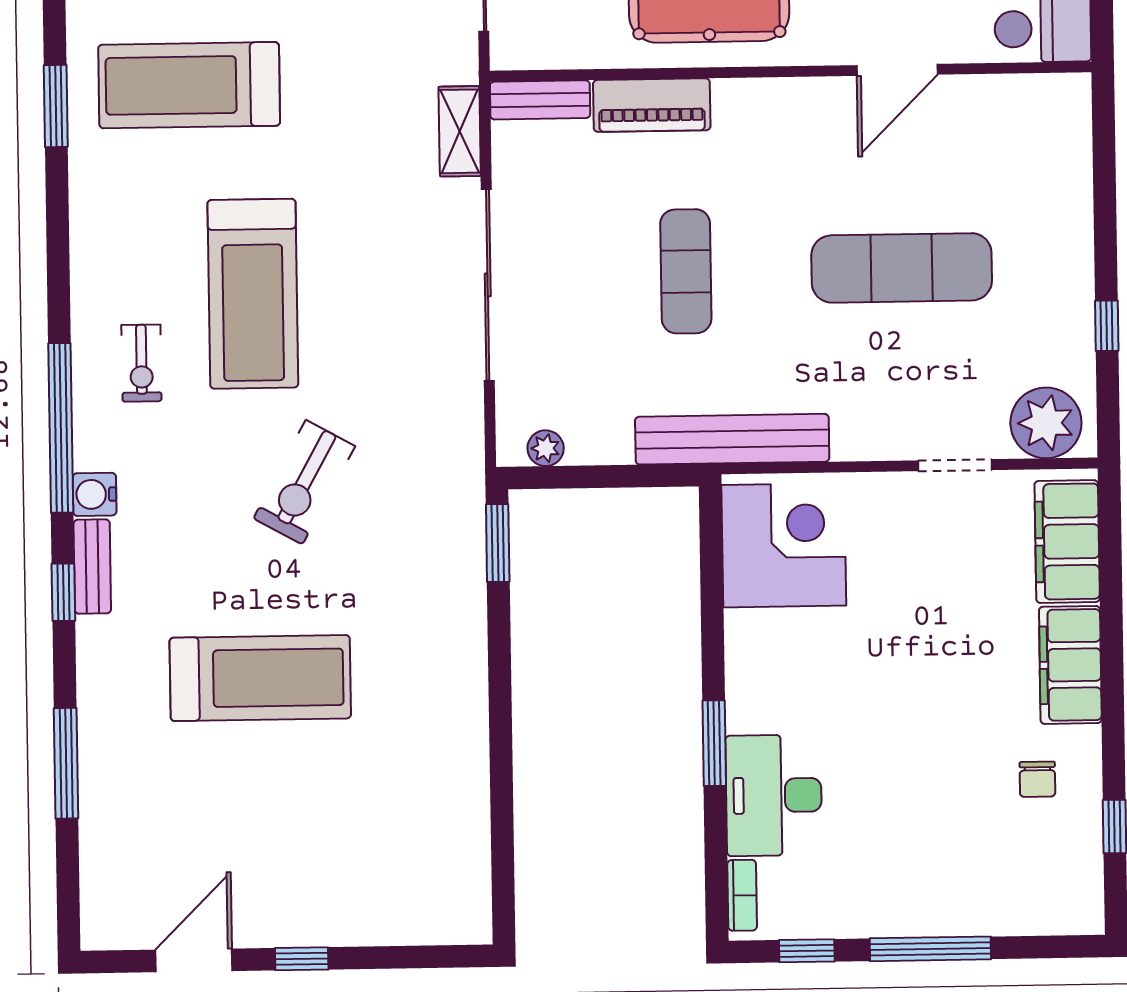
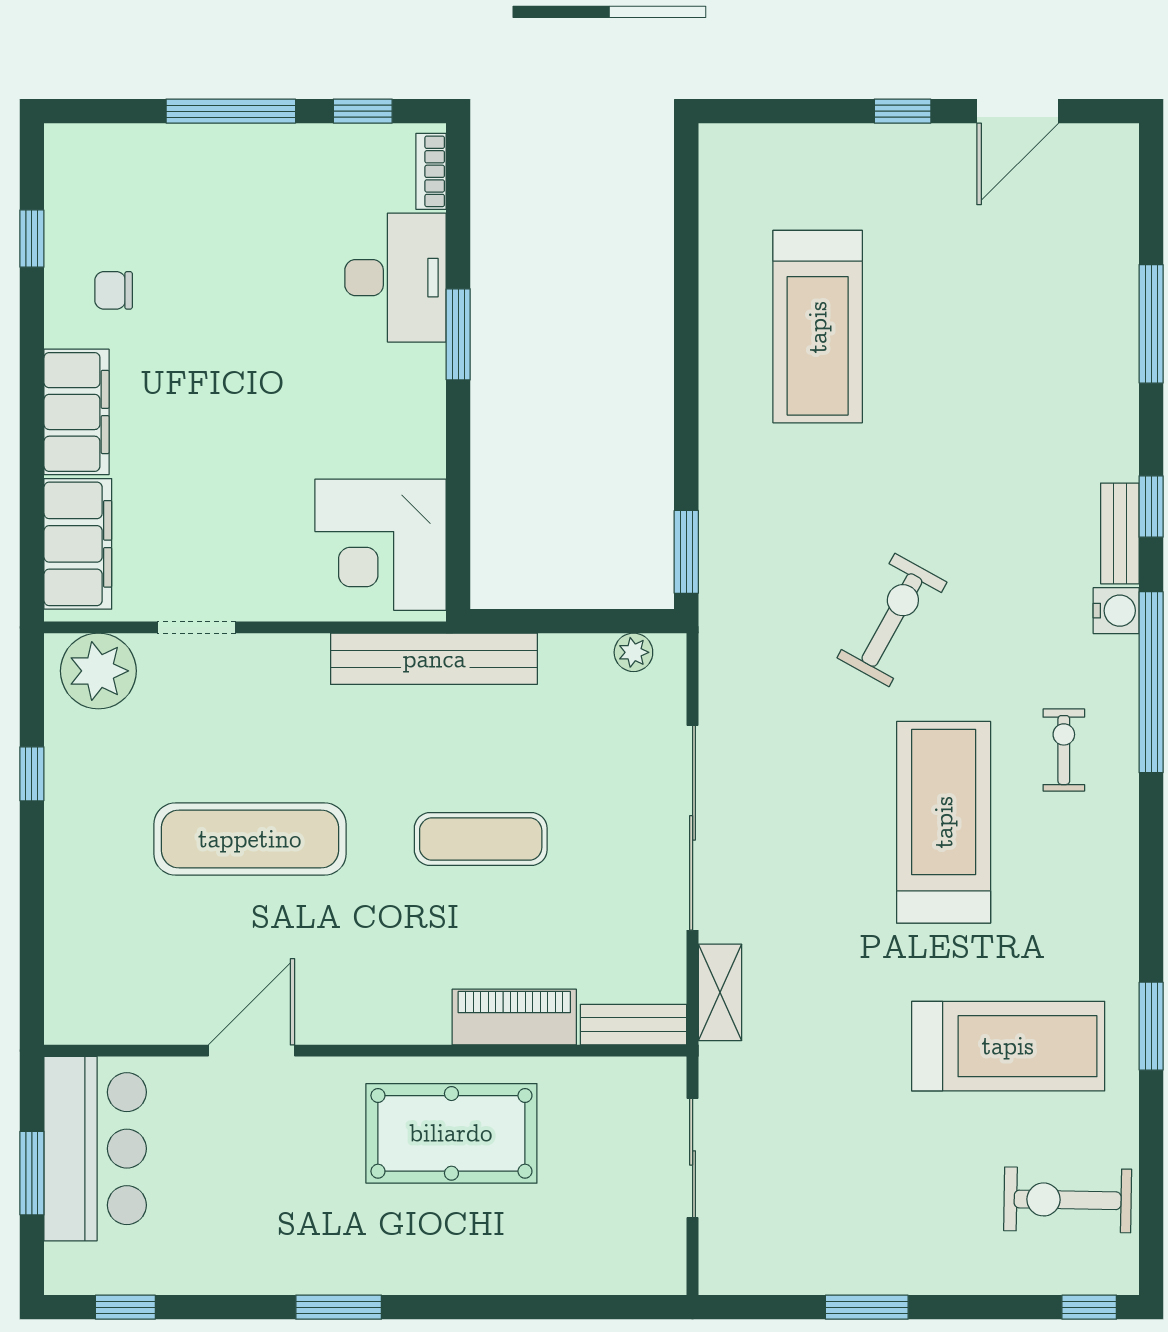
exercise mat: (686, 271) -> (481, 839), turned 90
treadmill: (260, 678) -> (818, 327), moved, turned -90
chair: (1037, 779) -> (114, 290), turned -90

